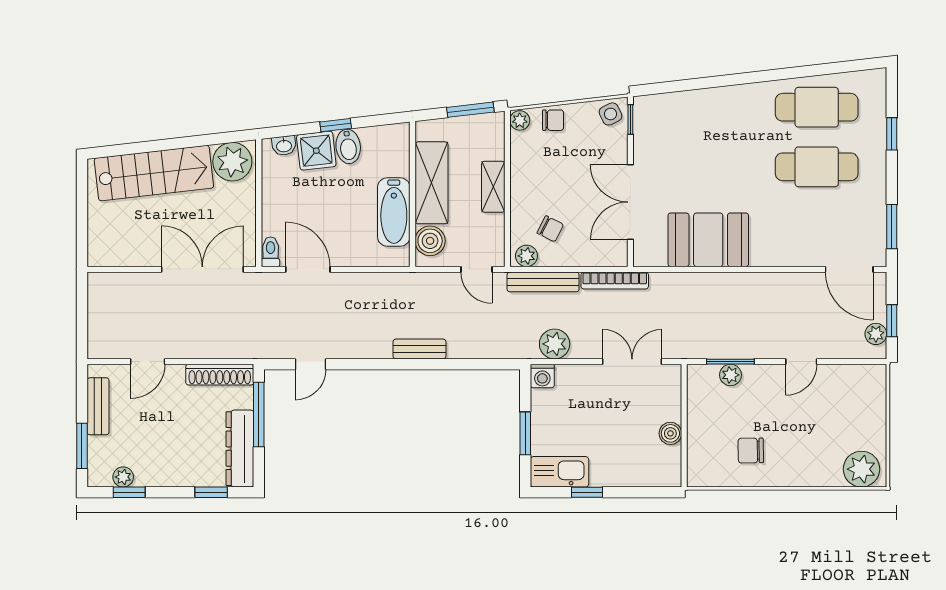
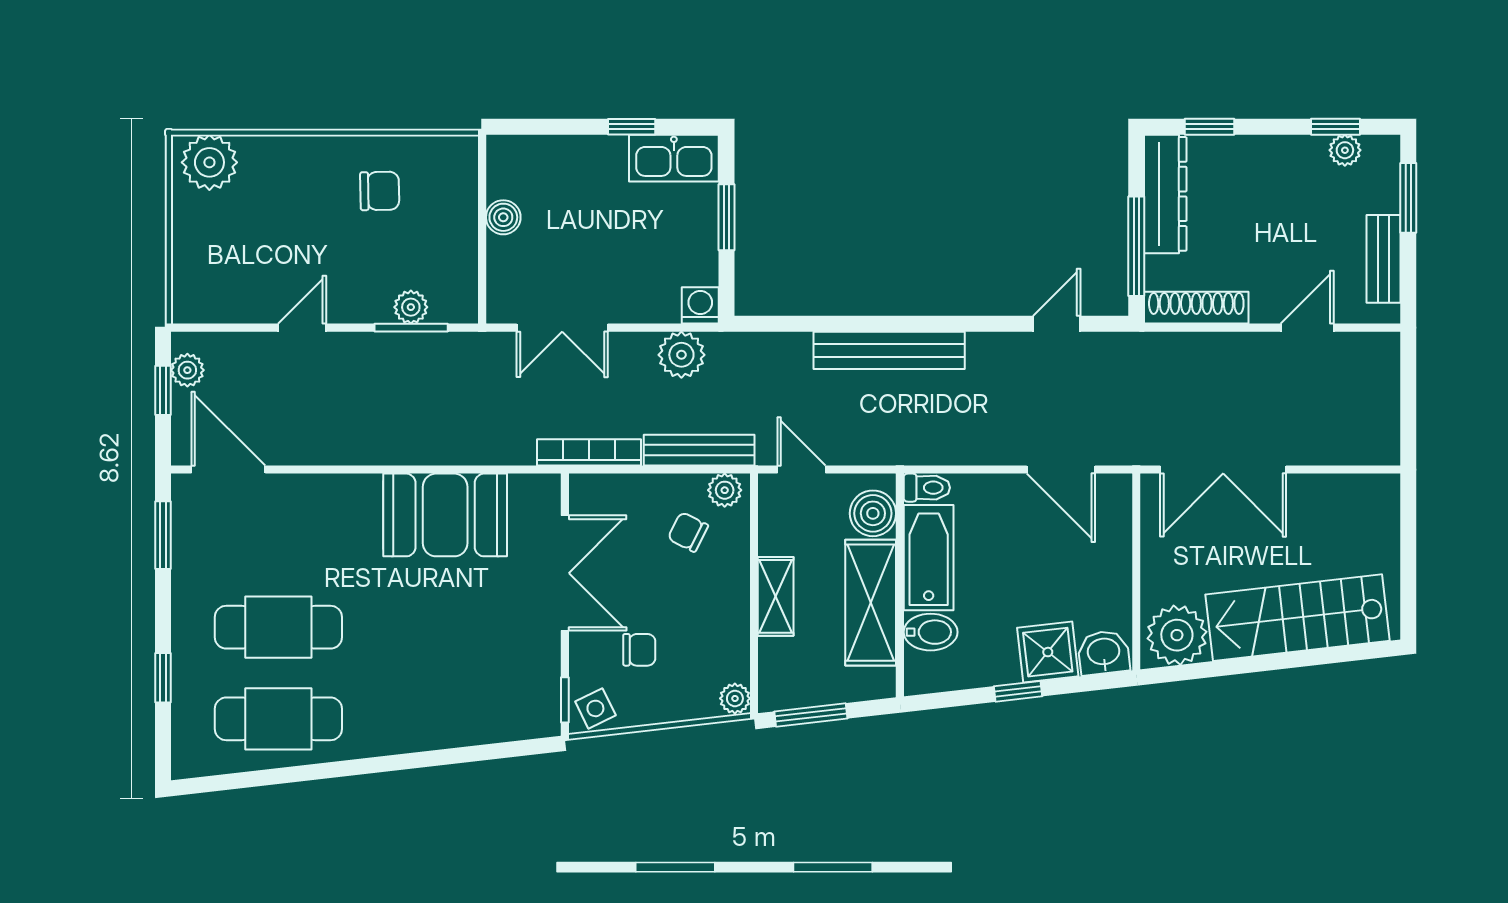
chair: (553, 120) -> (639, 650), moved, turned 180
washbasin: (284, 146) -> (1104, 653), width x1.38, depth x1.45
bidet: (348, 146) -> (931, 632), moved, turned 97
toilet: (271, 252) -> (927, 488), moved, turned -90
bench: (419, 349) -> (889, 350), width x1.86, depth x1.21

